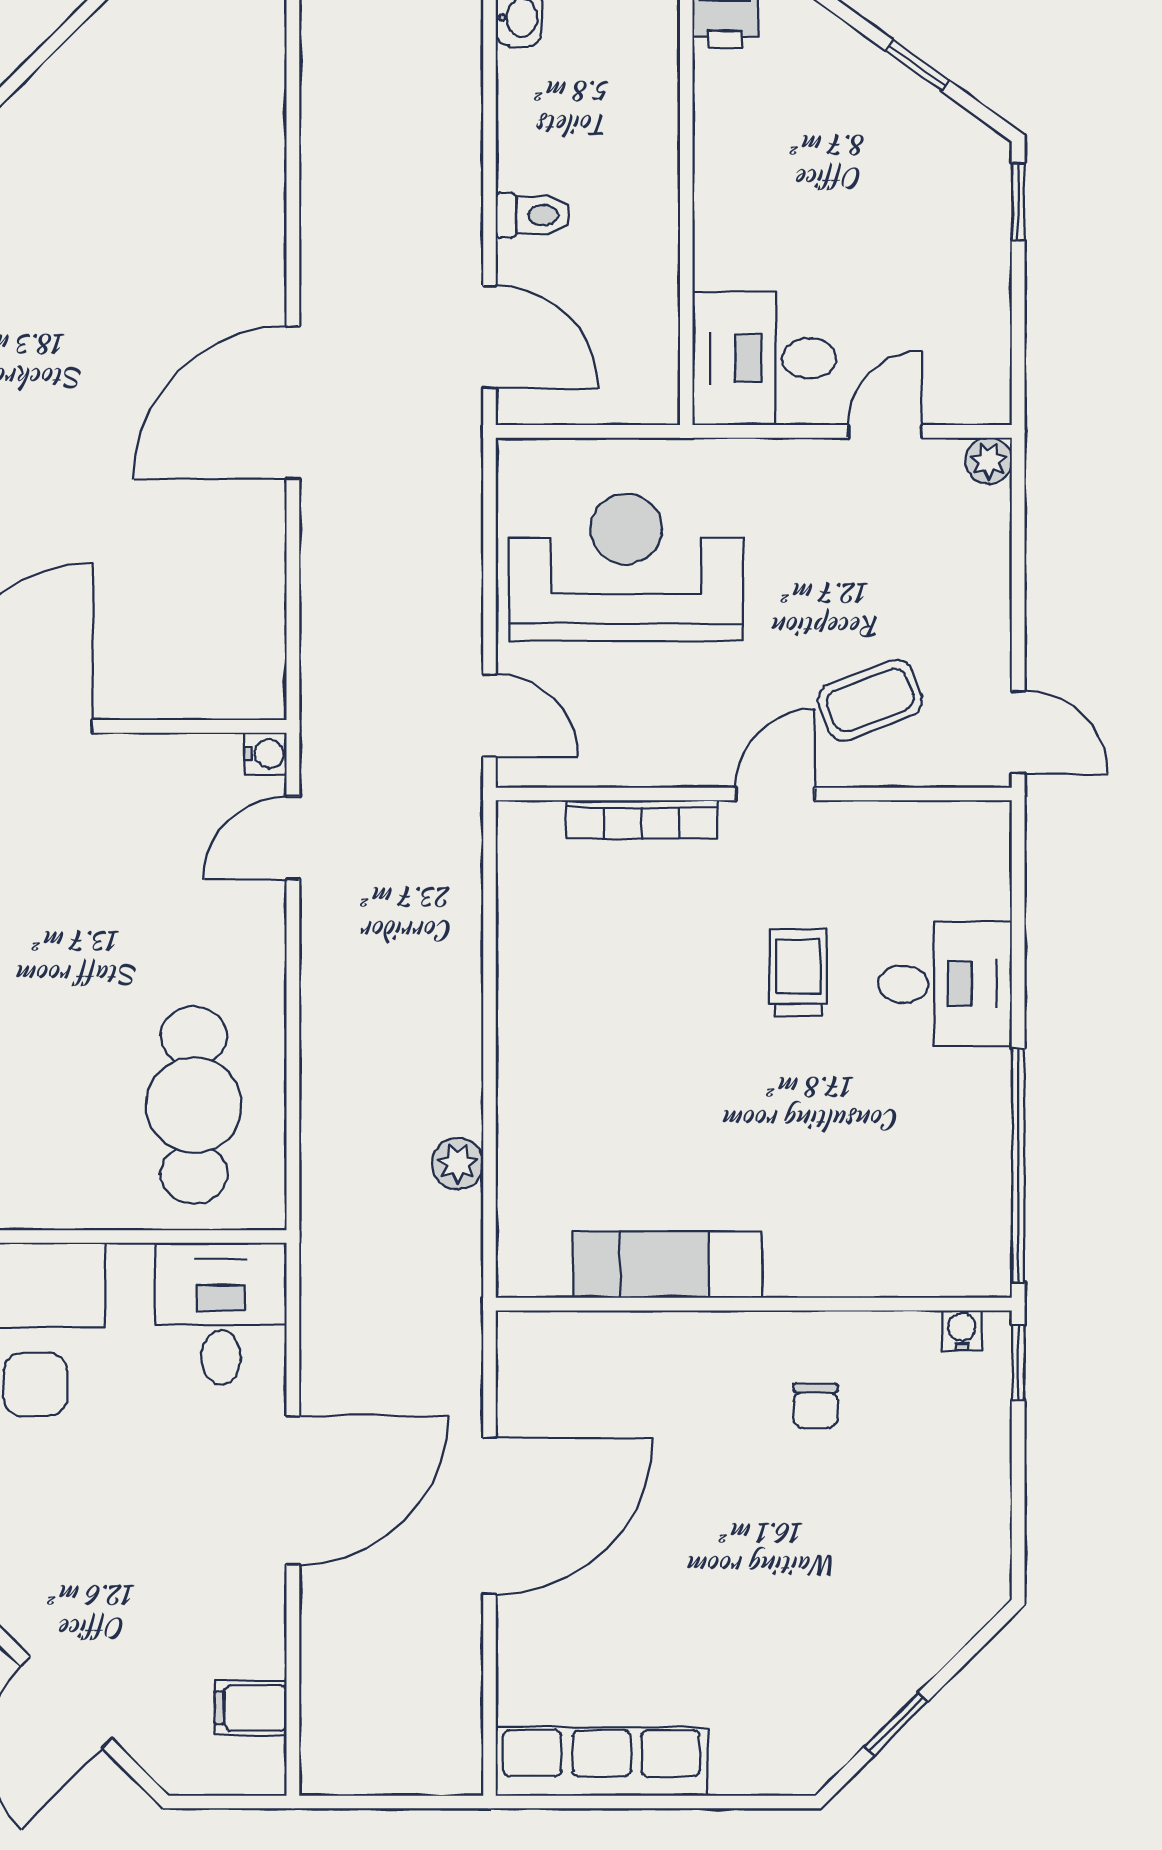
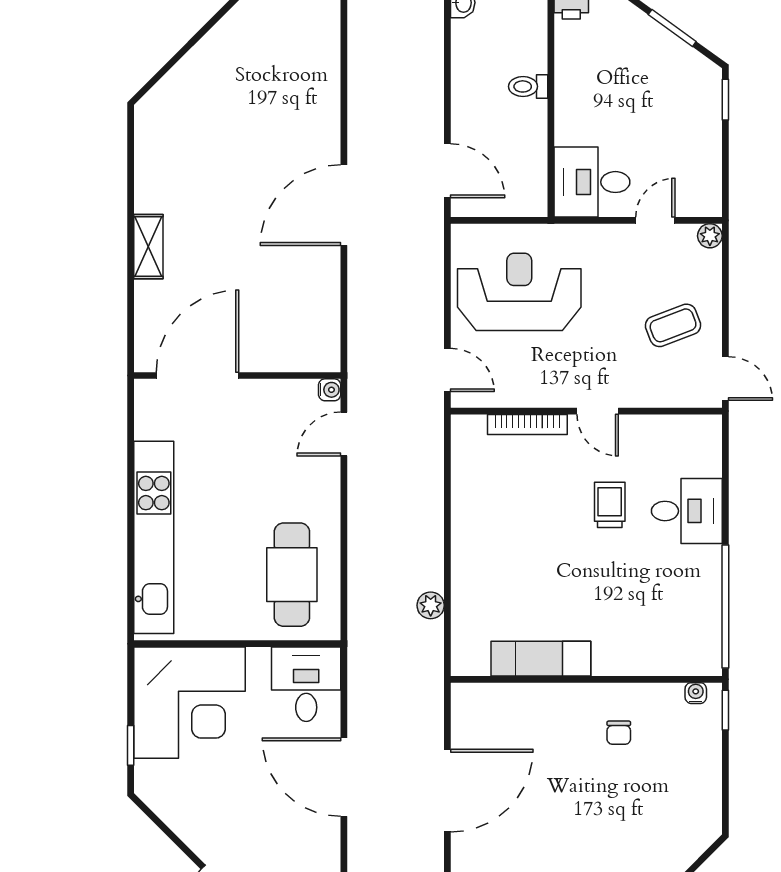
window: (917, 65) -> (672, 28), width x1.50
toilet: (533, 215) -> (528, 86), moved, turned 180
coffee table: (870, 700) -> (673, 325), moved
door: (775, 794) -> (598, 411), swing flipped
door: (293, 1490) -> (344, 777), swing flipped

